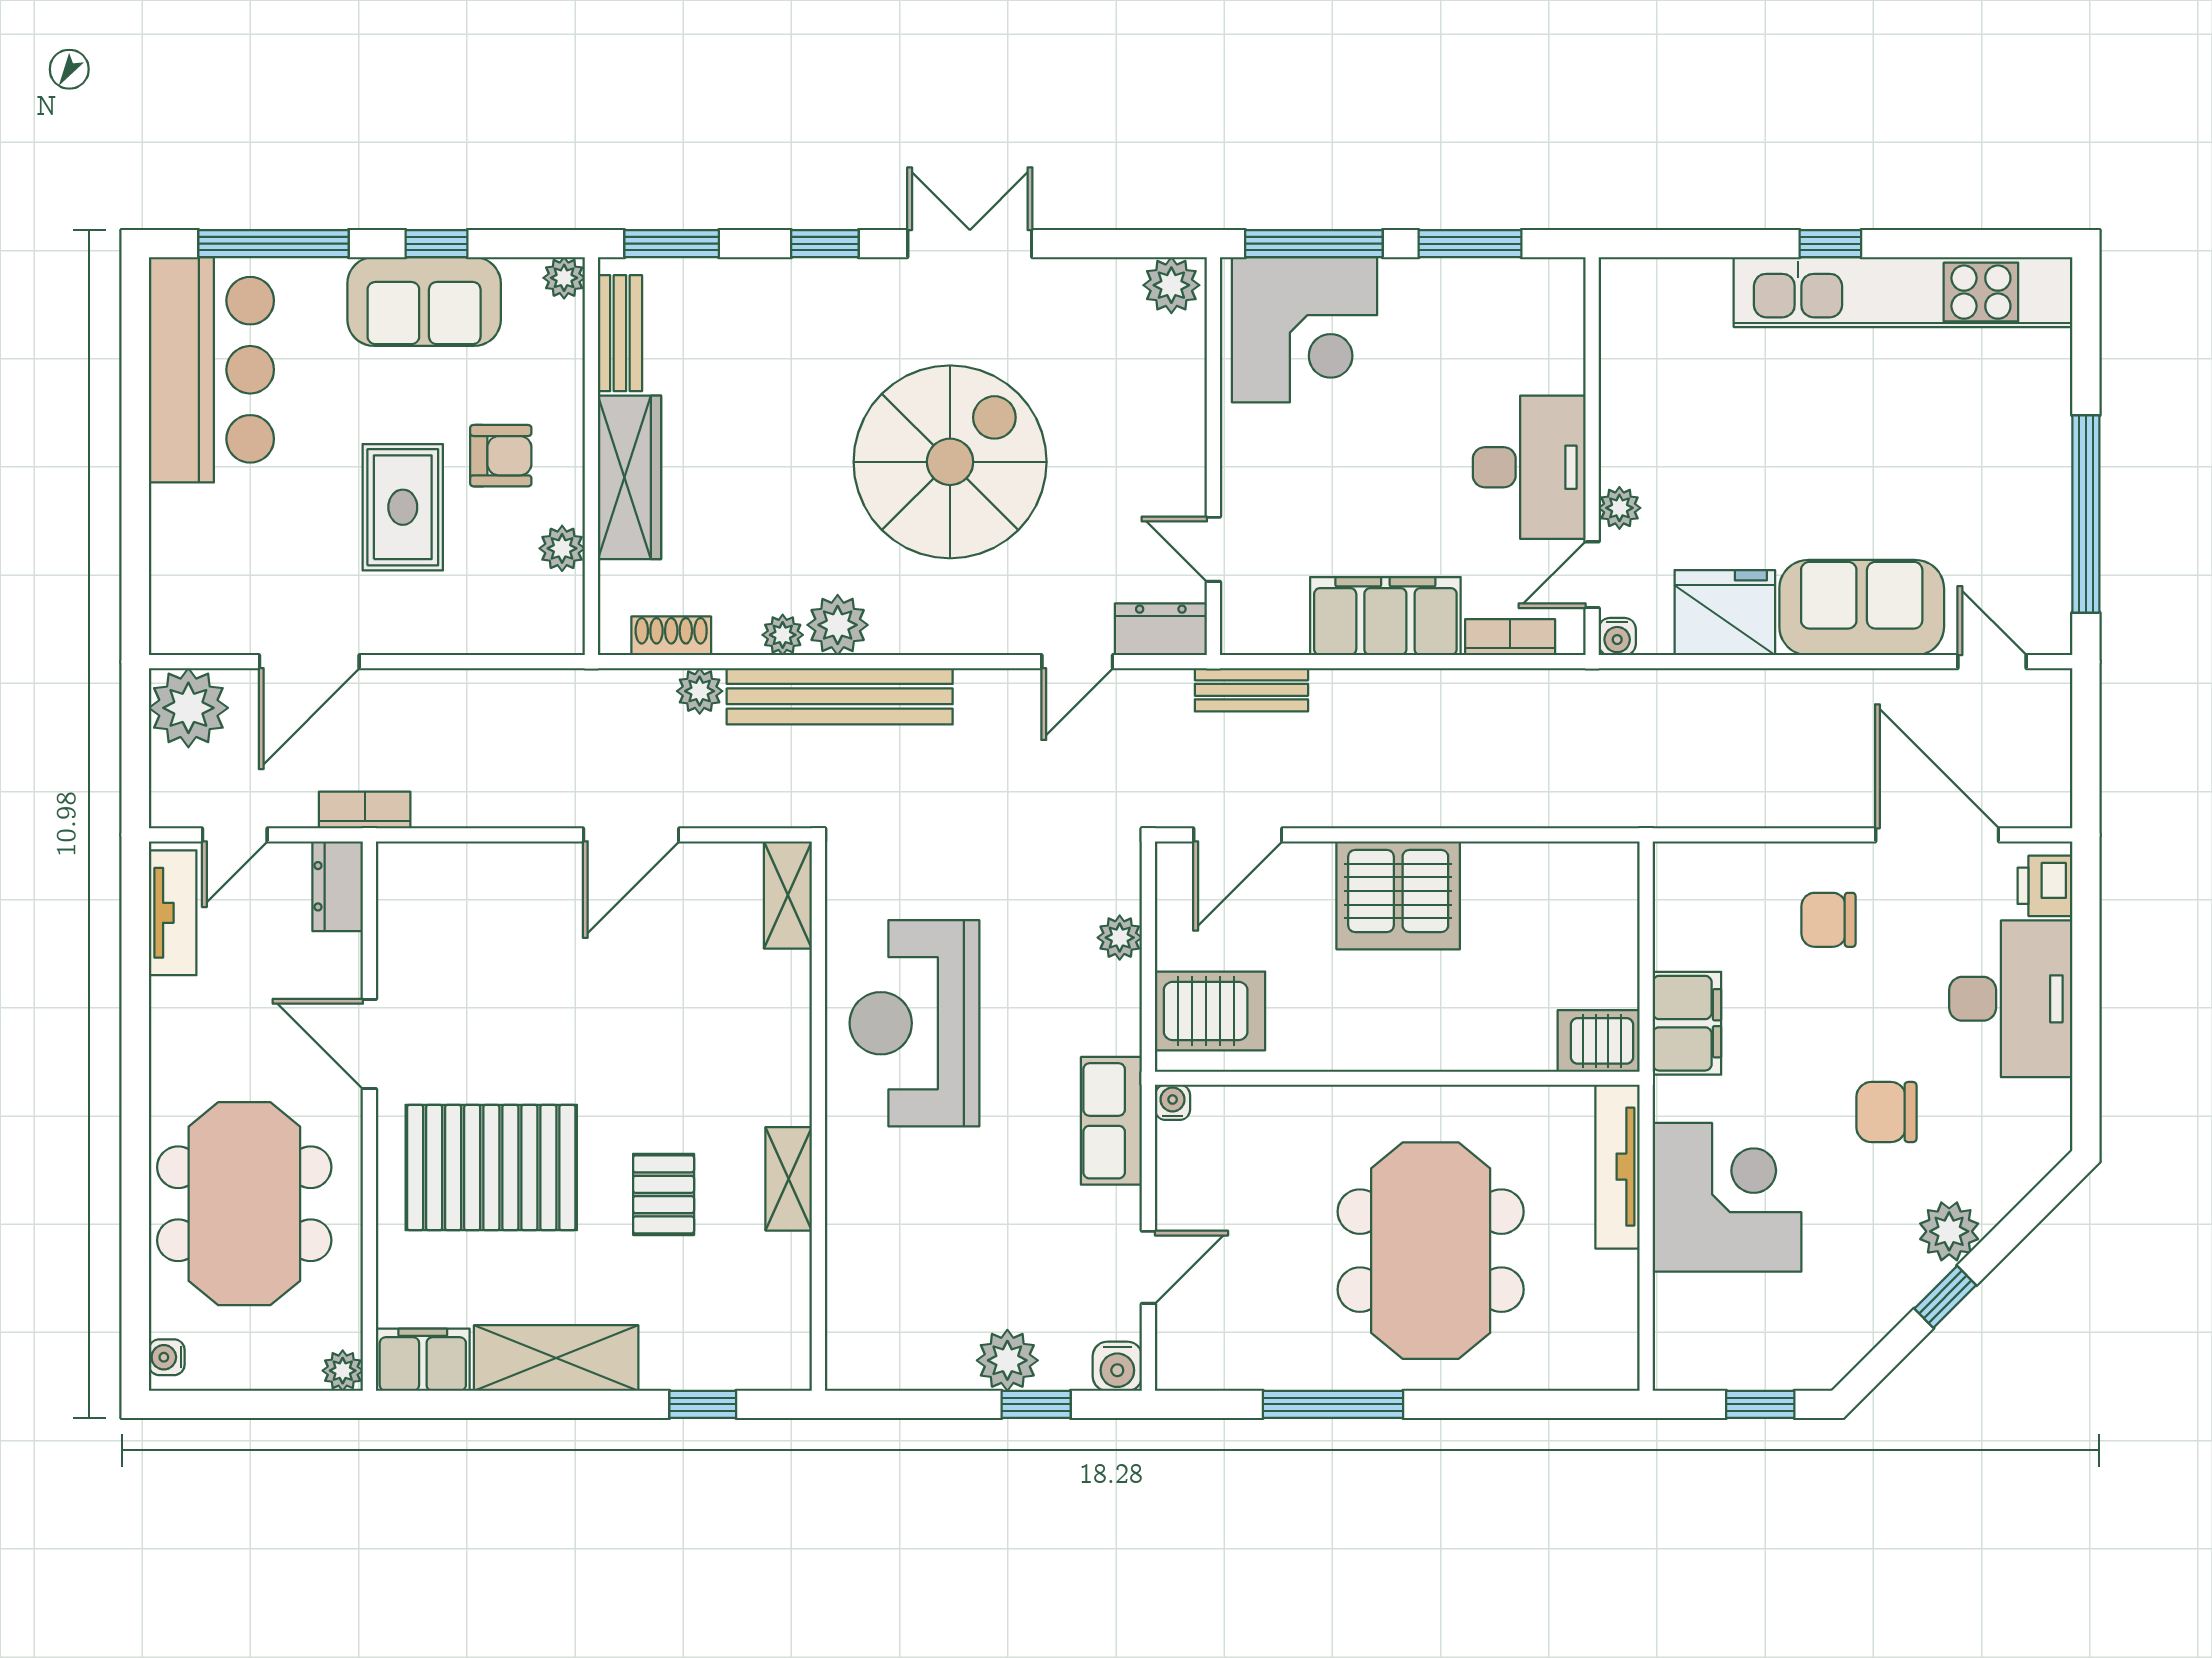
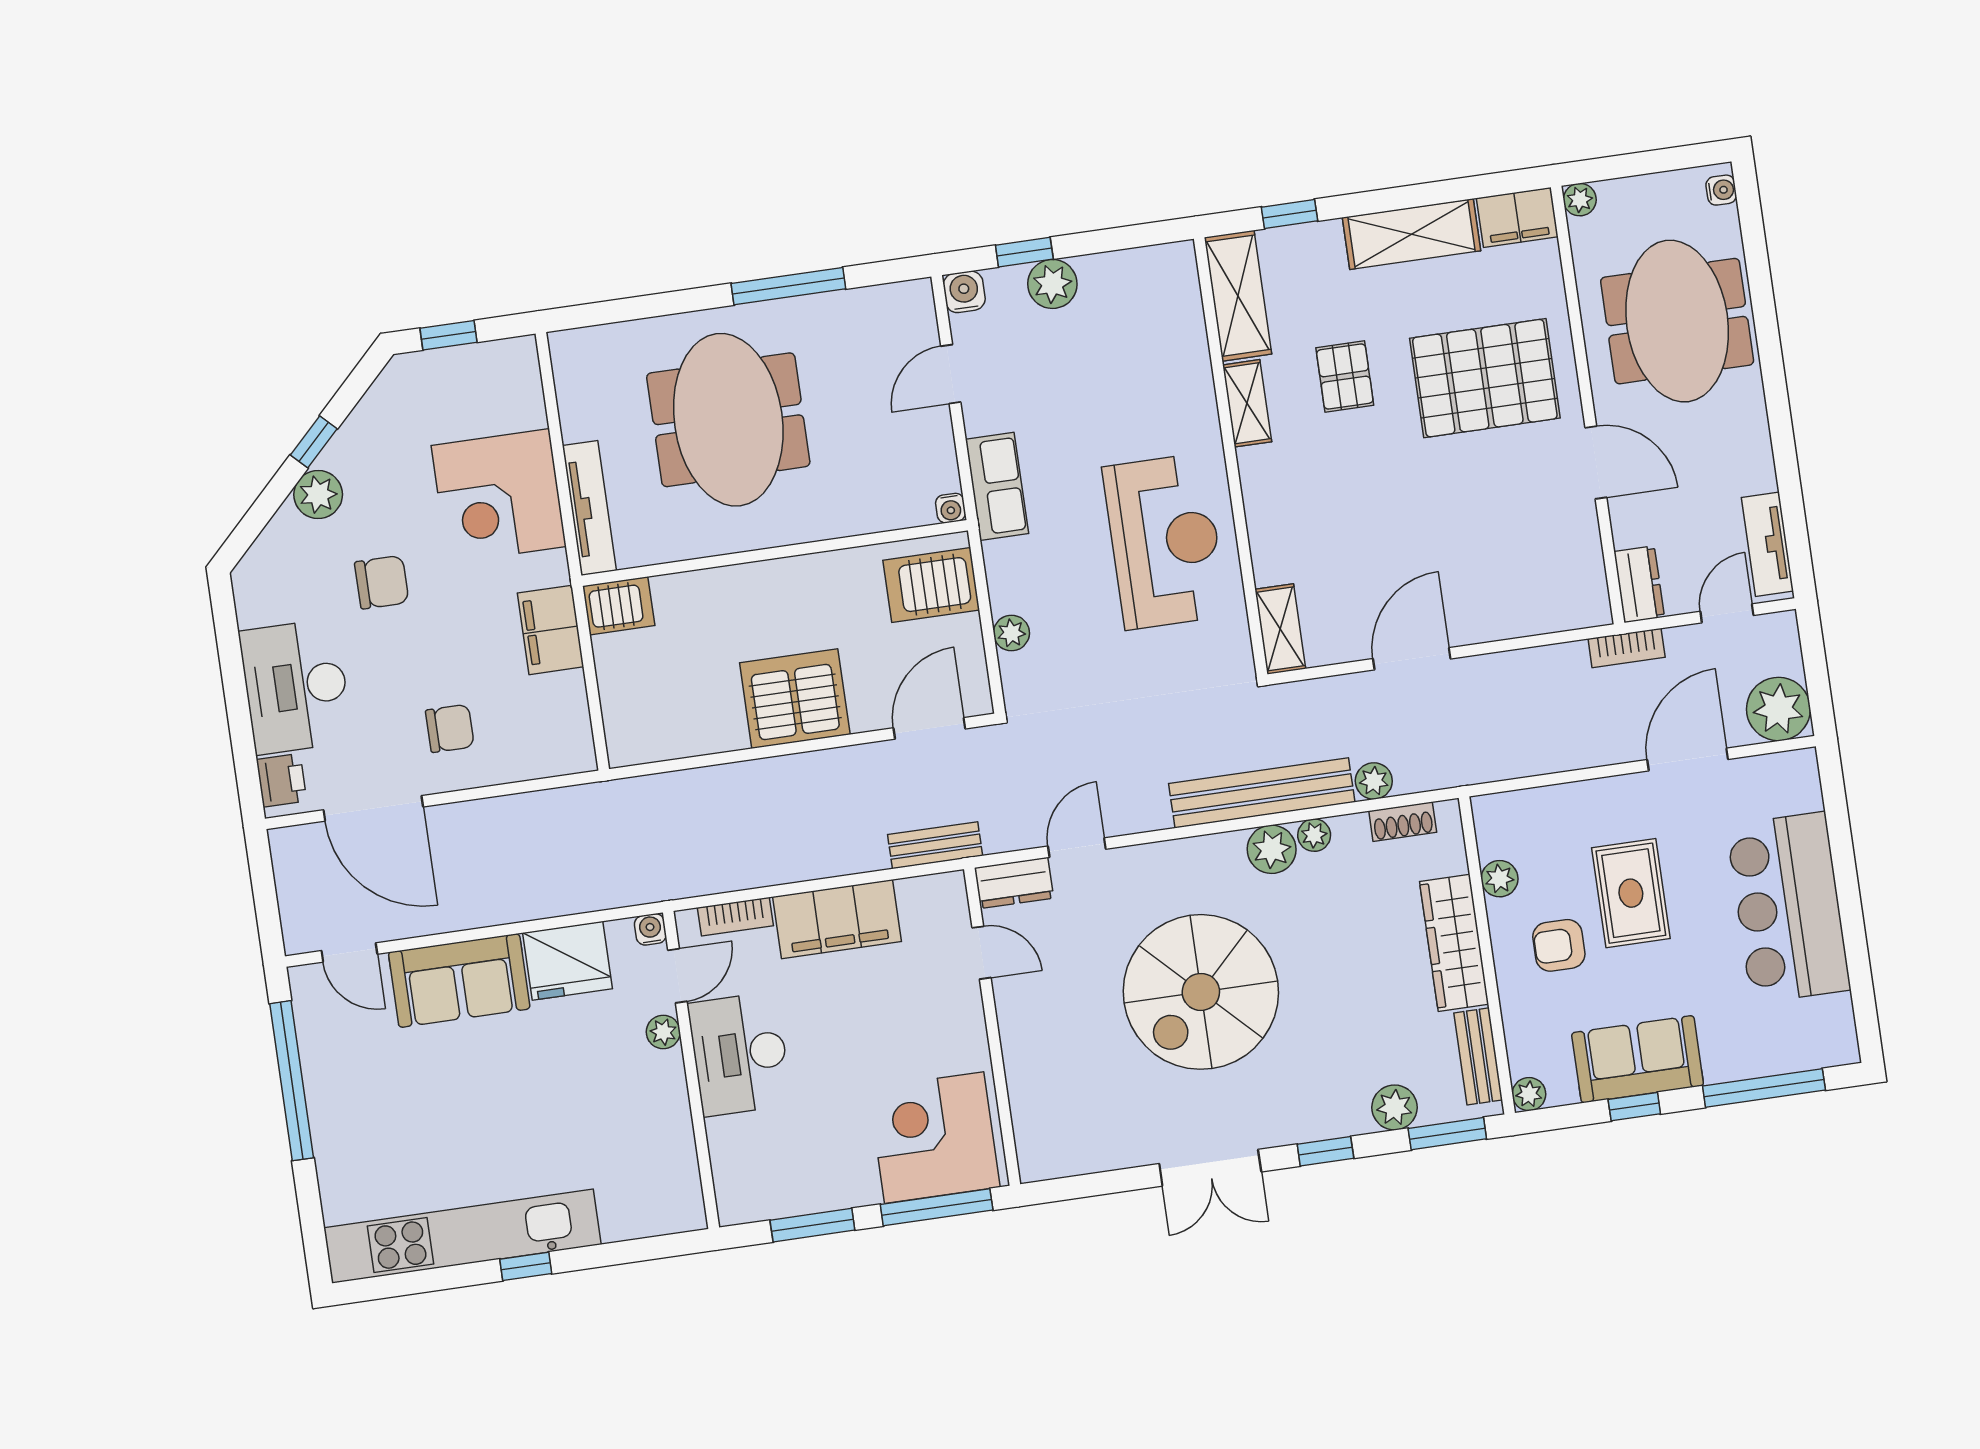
plant: (1171, 285) -> (1395, 1107), moved
bar counter: (211, 370) -> (1788, 908), moved
shelving: (781, 1313) -> (1238, 296), added

